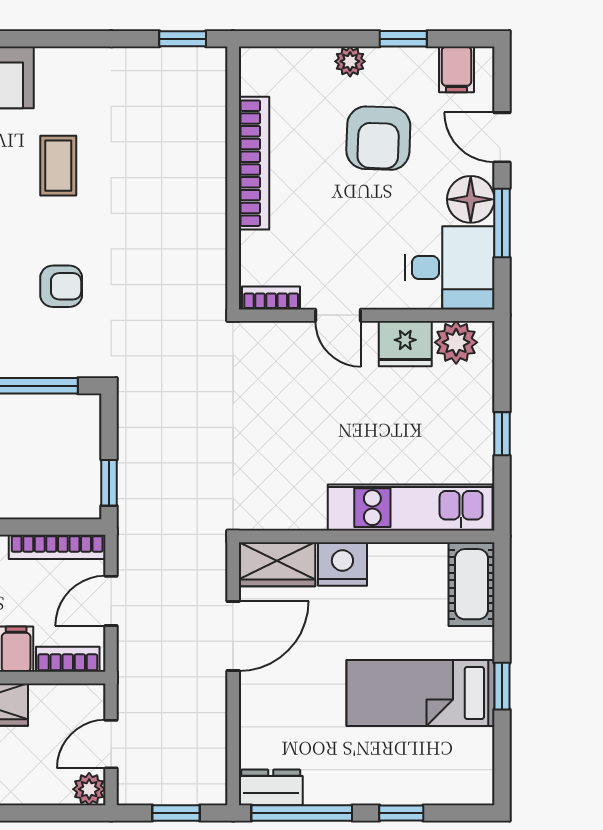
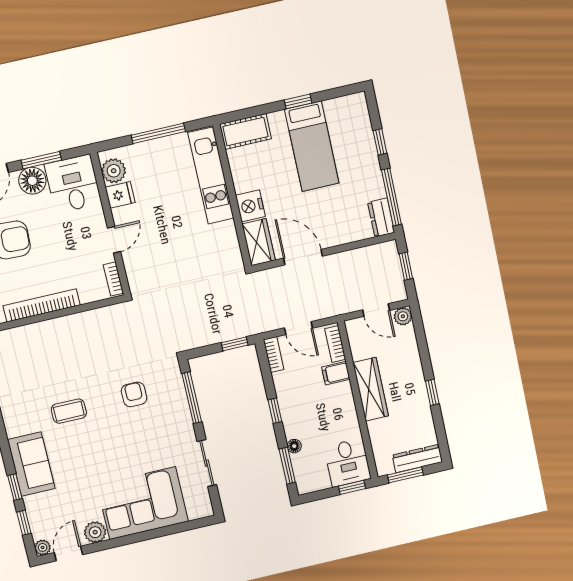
fridge: (405, 344) -> (120, 195), width x0.72
window: (502, 434) -> (158, 133), width x2.17
bookcase: (57, 547) -> (274, 355), width x0.64

